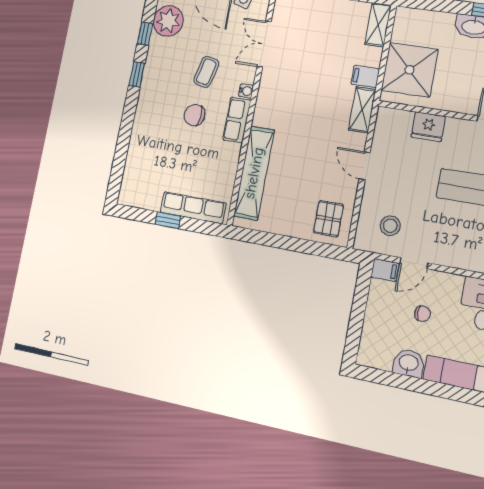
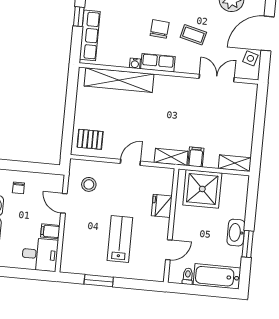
water cooler: (246, 91) -> (135, 63), moved
filing cabinet: (385, 270) -> (50, 231), moved, turned 90
chair: (422, 314) -> (18, 188), moved

